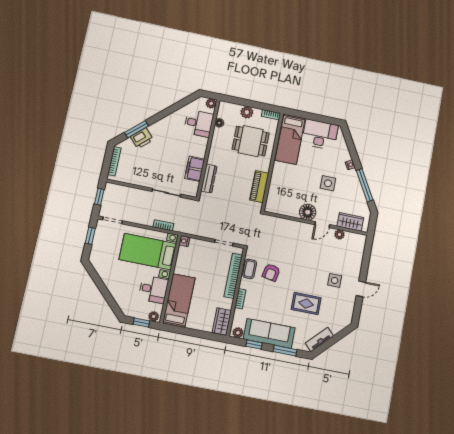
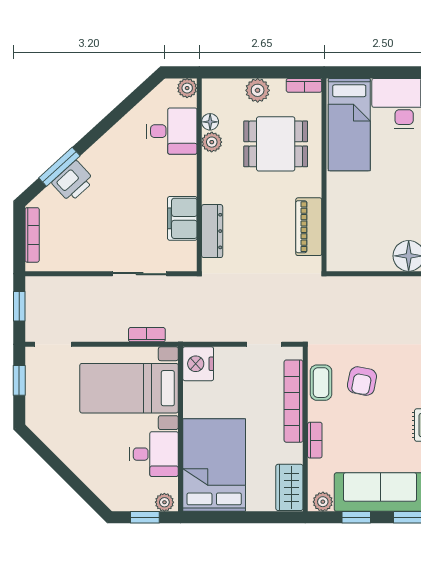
plant: (218, 133) -> (212, 142), added
nightstand: (184, 241) -> (198, 364), width x1.89, depth x1.79
bed: (179, 301) -> (214, 465), width x1.50

